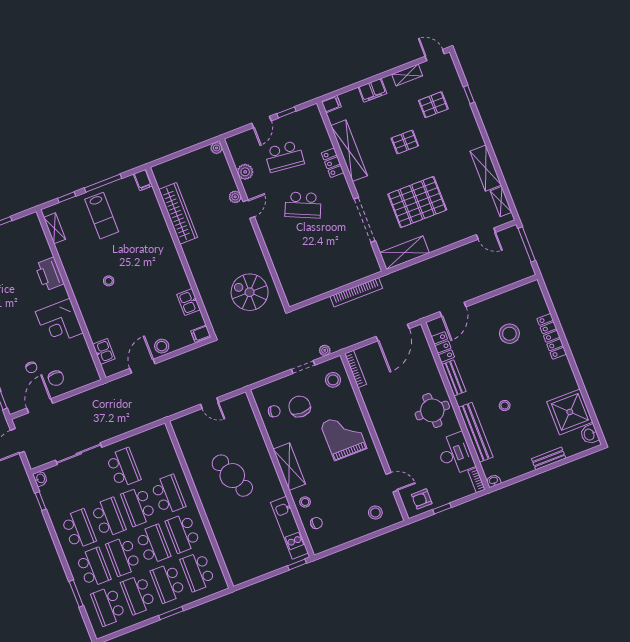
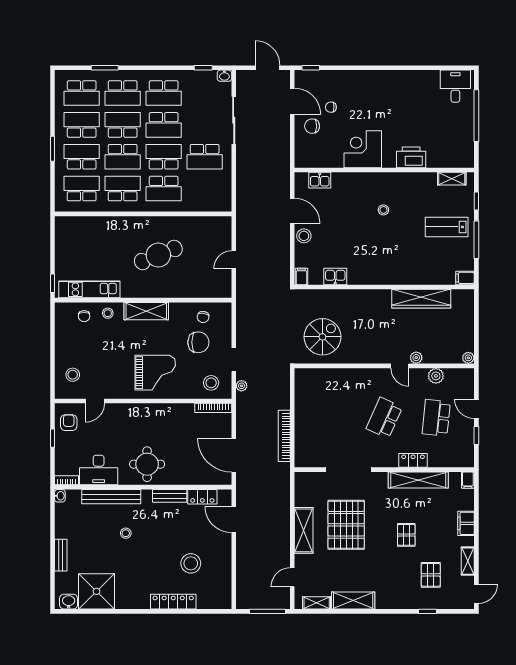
shelving: (404, 253) -> (304, 530), moved
school desk: (108, 606) -> (82, 93), turned 180

